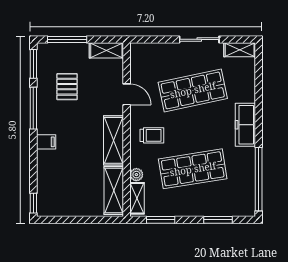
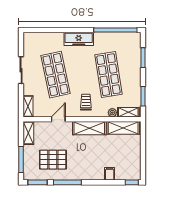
shelving: (240, 50) -> (28, 106), moved
pallet: (67, 87) -> (53, 160), width x1.50, depth x1.42
filing cabinet: (46, 142) -> (110, 174), moved

